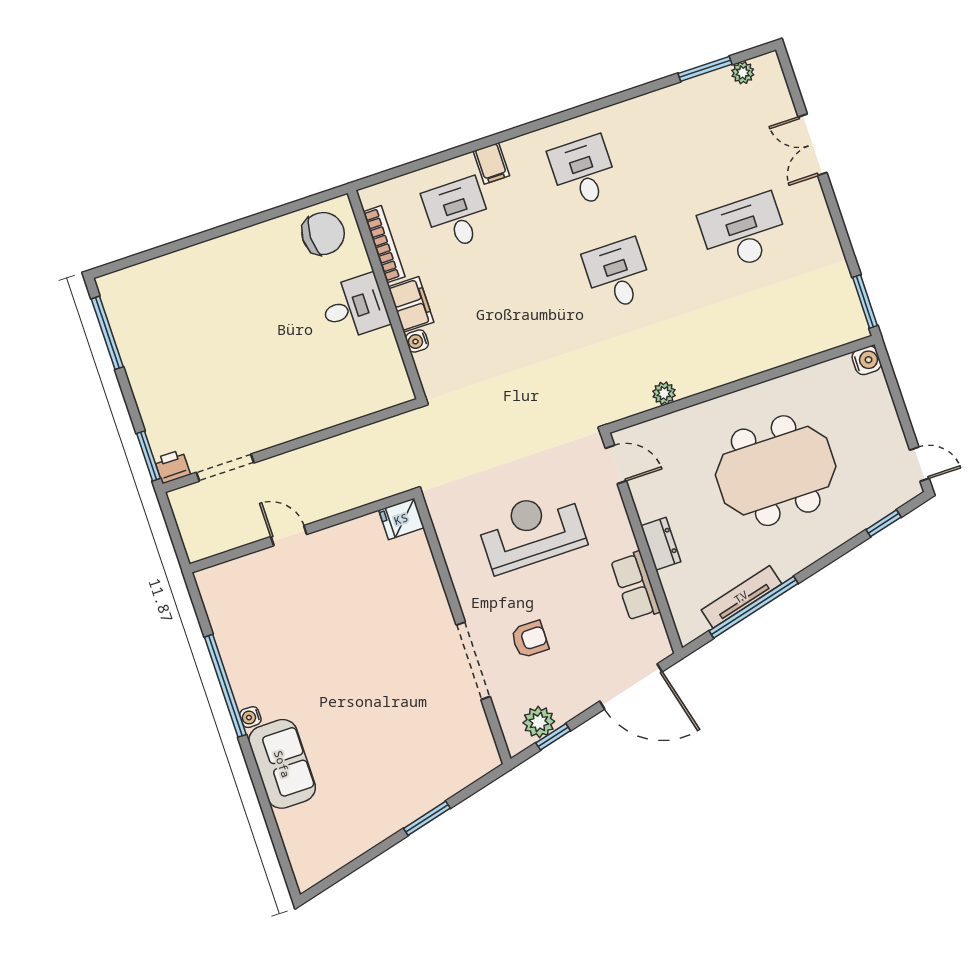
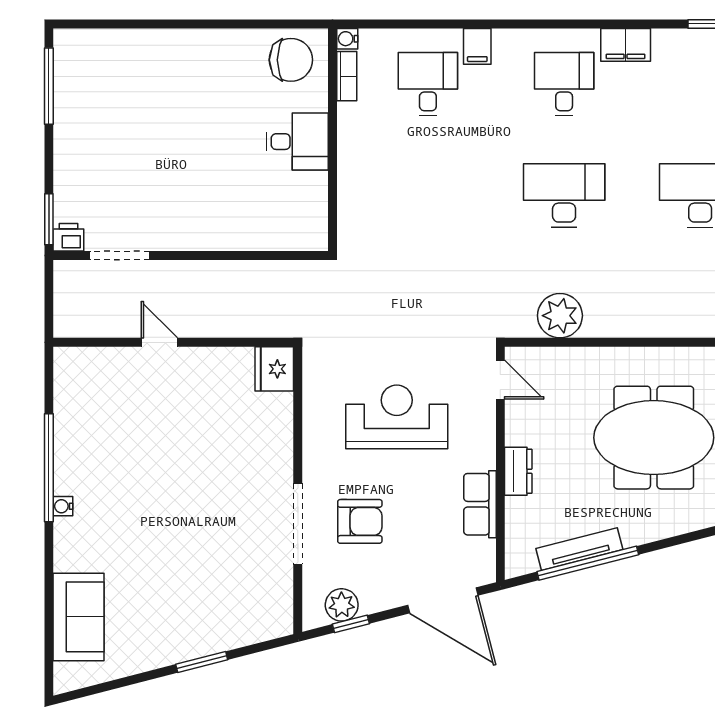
bookcase: (384, 244) -> (347, 76), width x0.64
desk: (618, 274) -> (564, 195), width x1.37
filing cabinet: (411, 304) -> (626, 45), moved, turned 90
water cooler: (417, 341) -> (347, 39), moved
plant: (664, 393) -> (560, 316), width x1.88, depth x1.88
fridge: (401, 519) -> (274, 369), width x1.38
armchair: (530, 639) -> (360, 521), width x1.38, depth x1.38
sofa: (282, 764) -> (79, 617), moved

